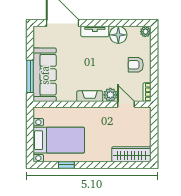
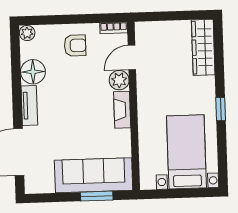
armchair: (136, 65) -> (75, 45), turned -90
window: (30, 76) -> (97, 196), width x0.69
window: (66, 165) -> (221, 109), moved

